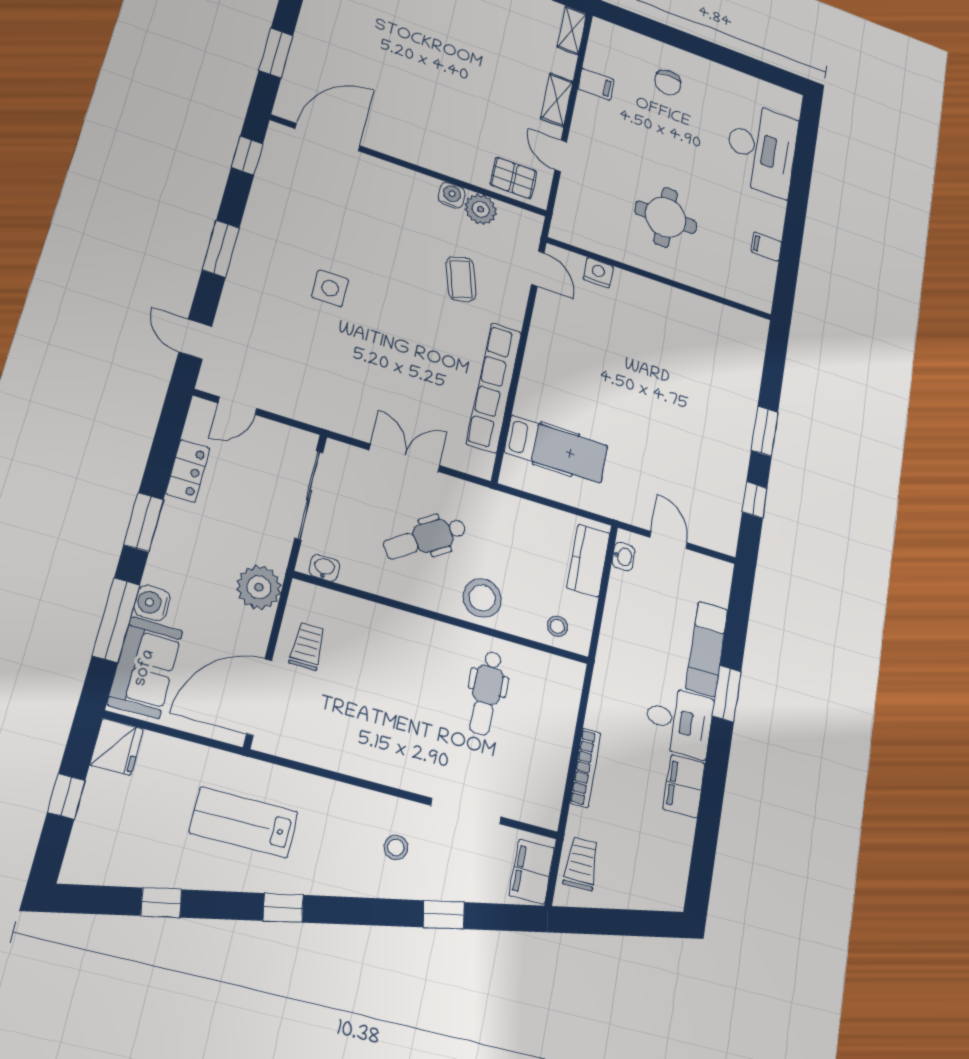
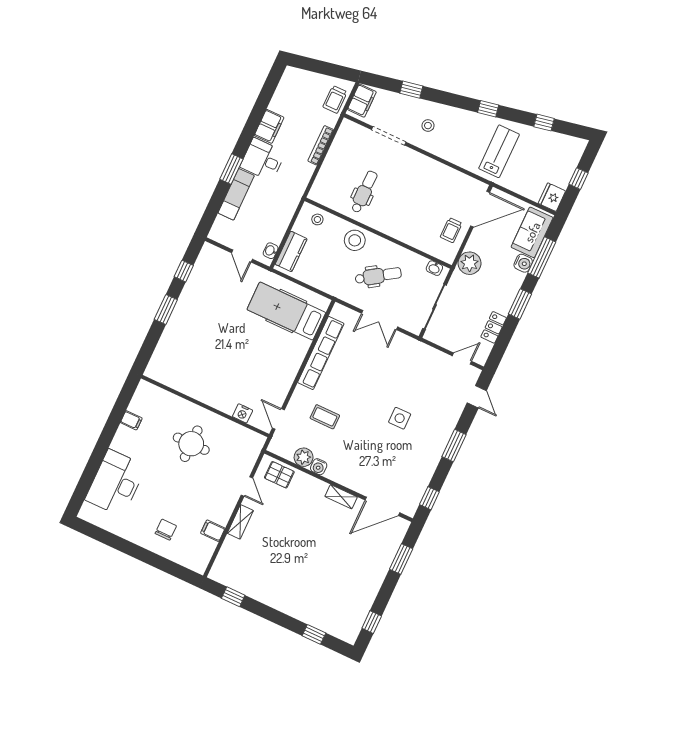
shelving: (572, 30) -> (341, 497), moved, turned 90
coffee table: (461, 279) -> (325, 417), turned -74
hospital bed: (556, 449) -> (286, 311), width x1.37, depth x1.29
lab bench: (244, 822) -> (499, 151), turned -90

